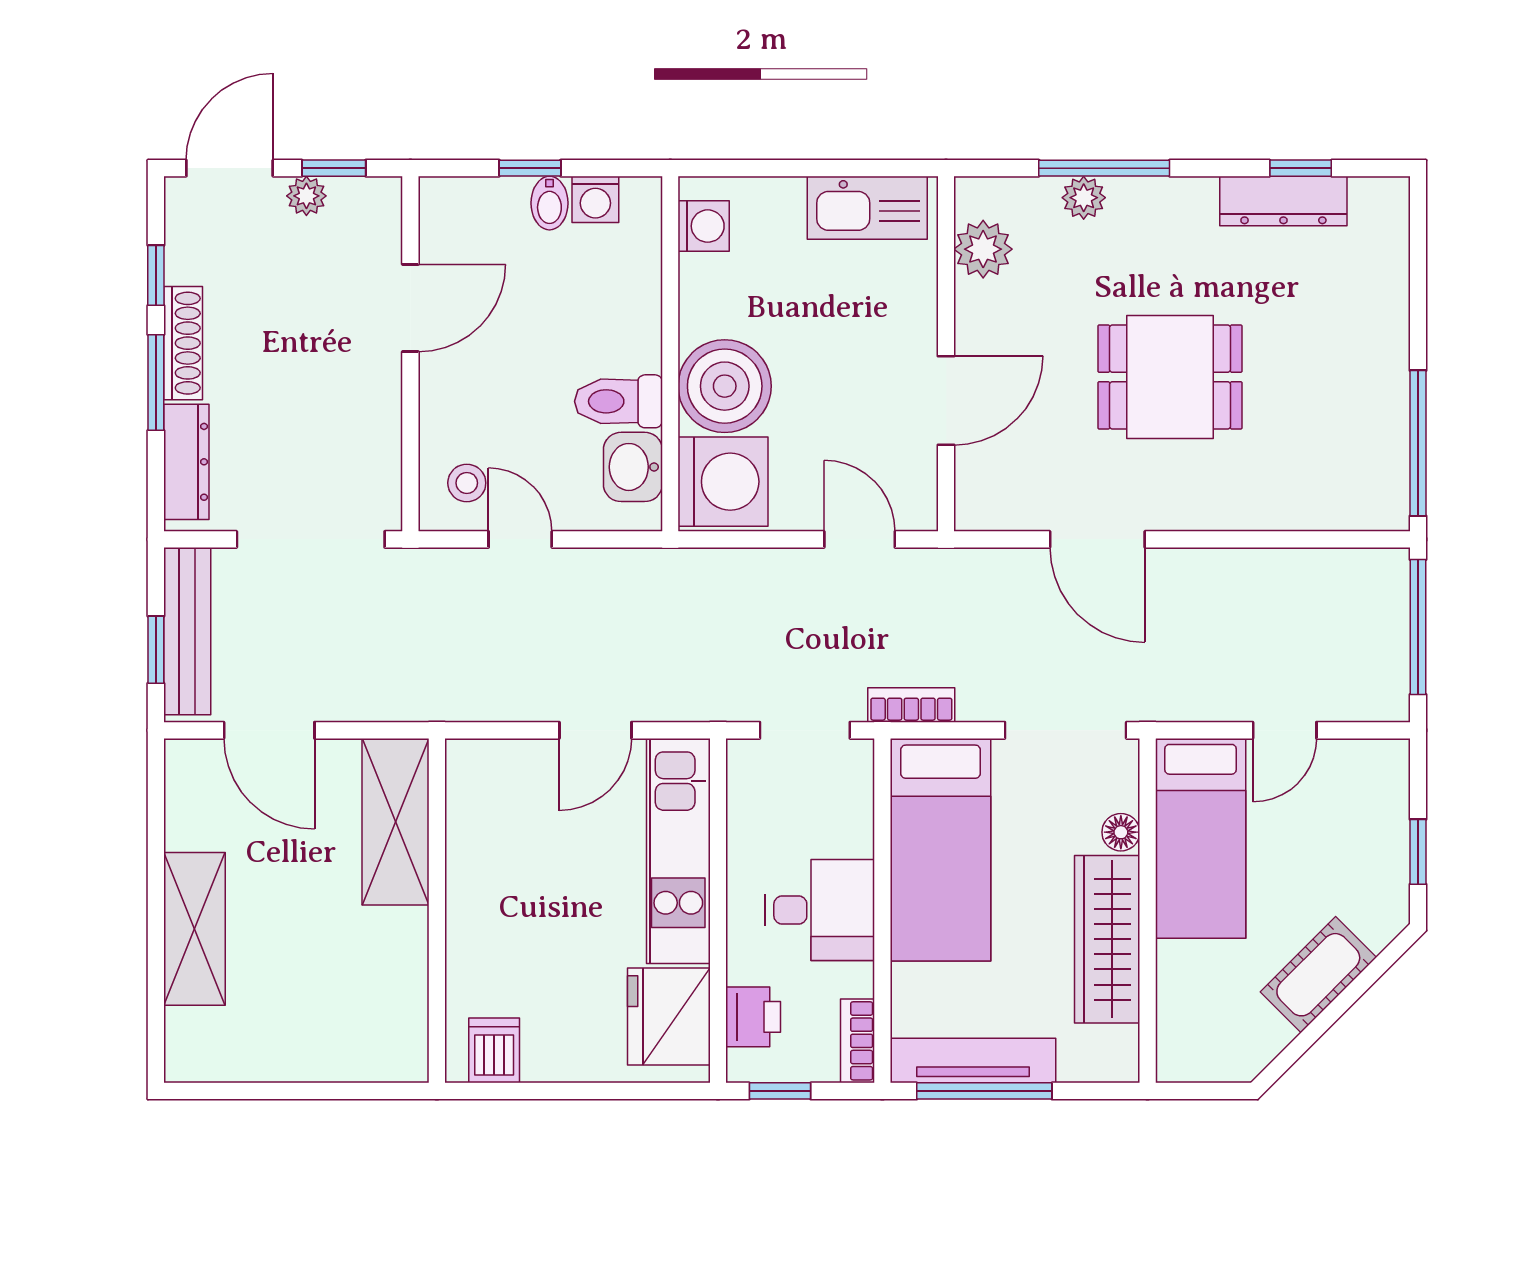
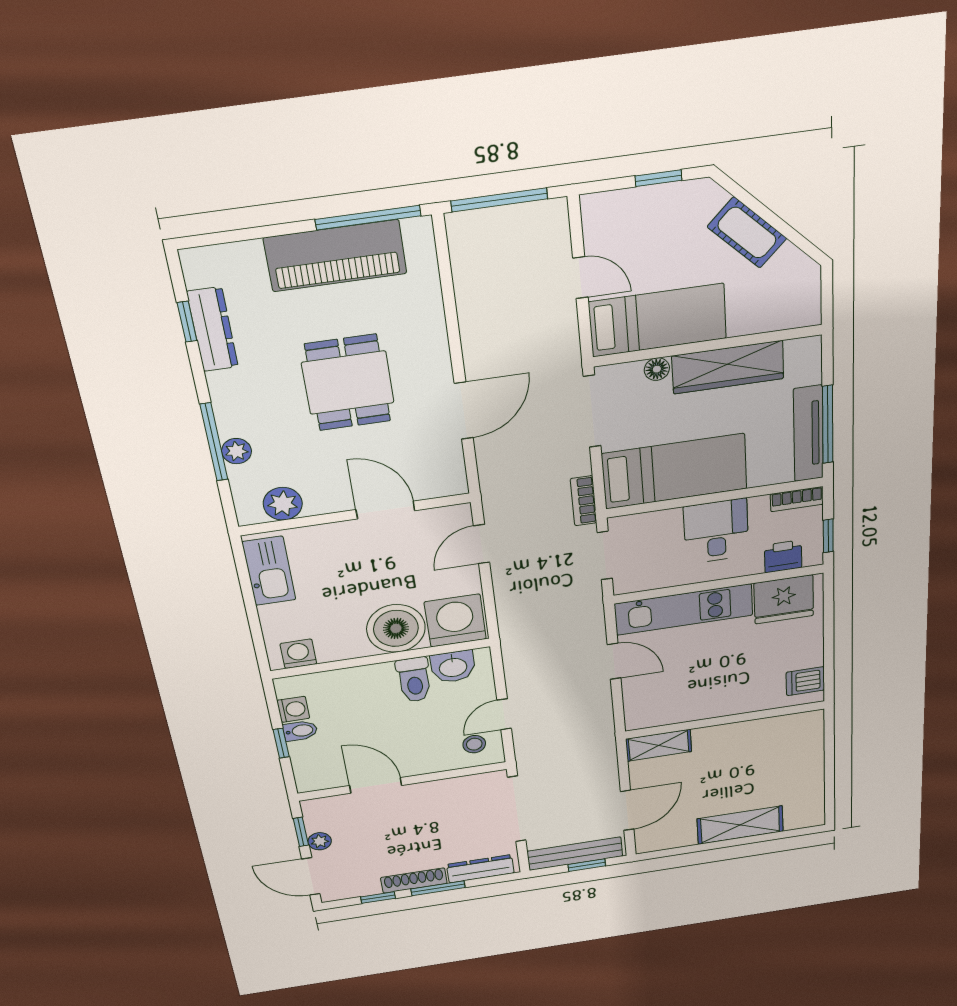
piano: (1369, 390) -> (335, 256), added
shelving: (396, 822) -> (659, 745), width x0.67, depth x0.75

